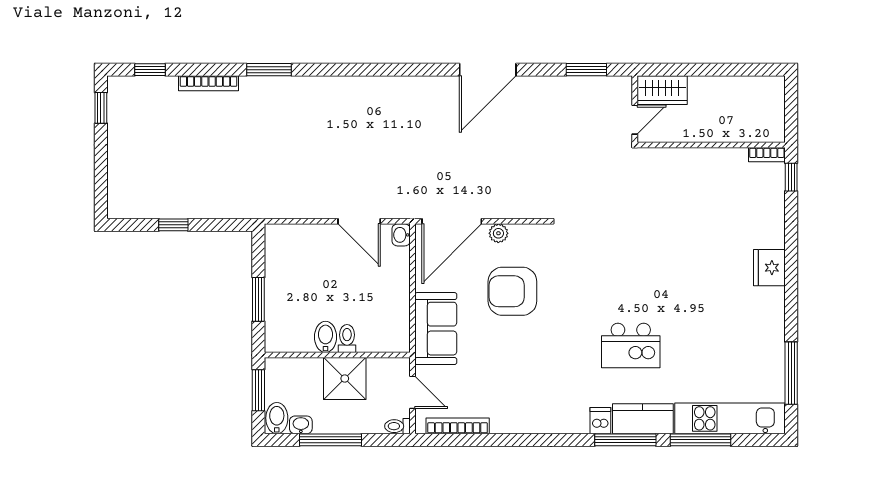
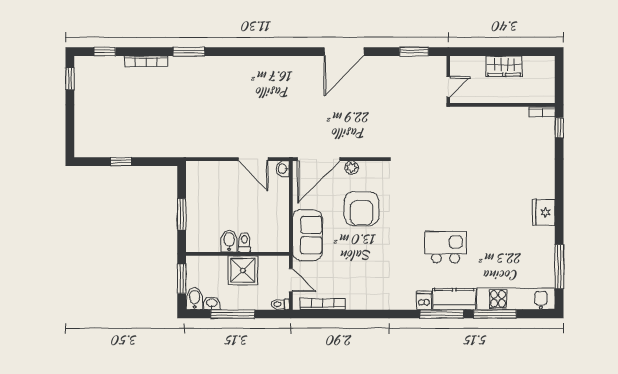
wardrobe: (662, 90) -> (504, 66), moved
fridge: (769, 268) -> (544, 212), moved
armchair: (512, 291) -> (362, 209), turned -90
kitchen island: (631, 345) -> (446, 247), turned 180

